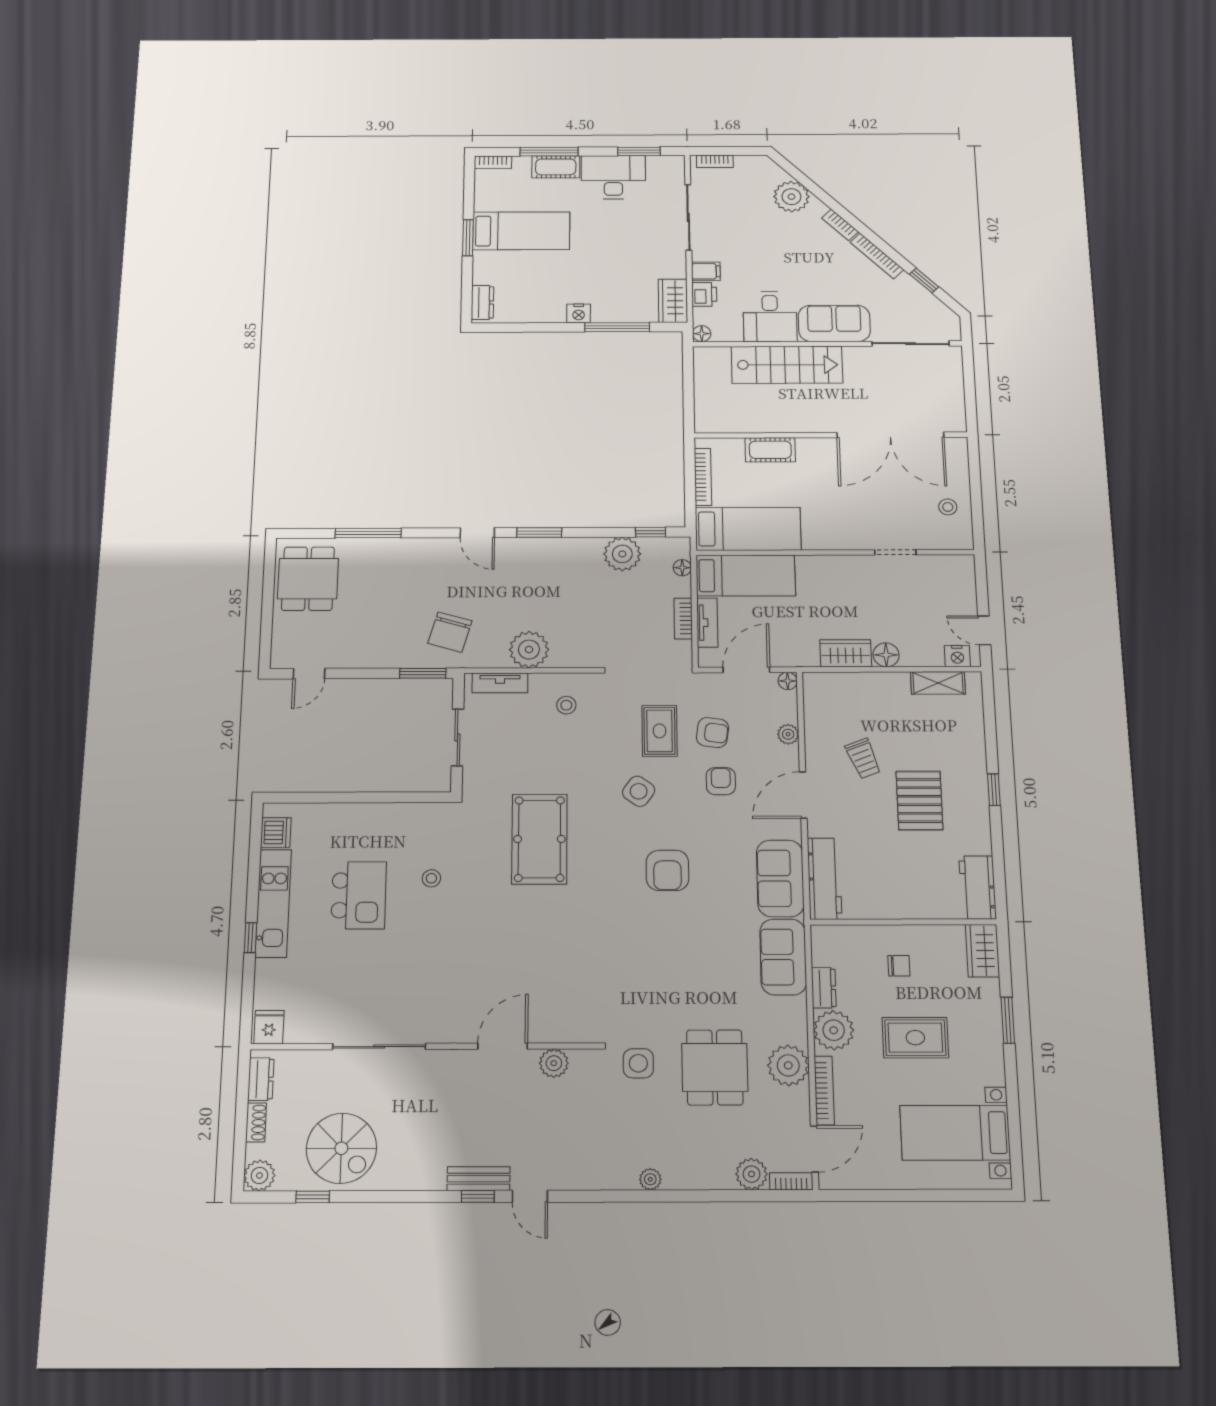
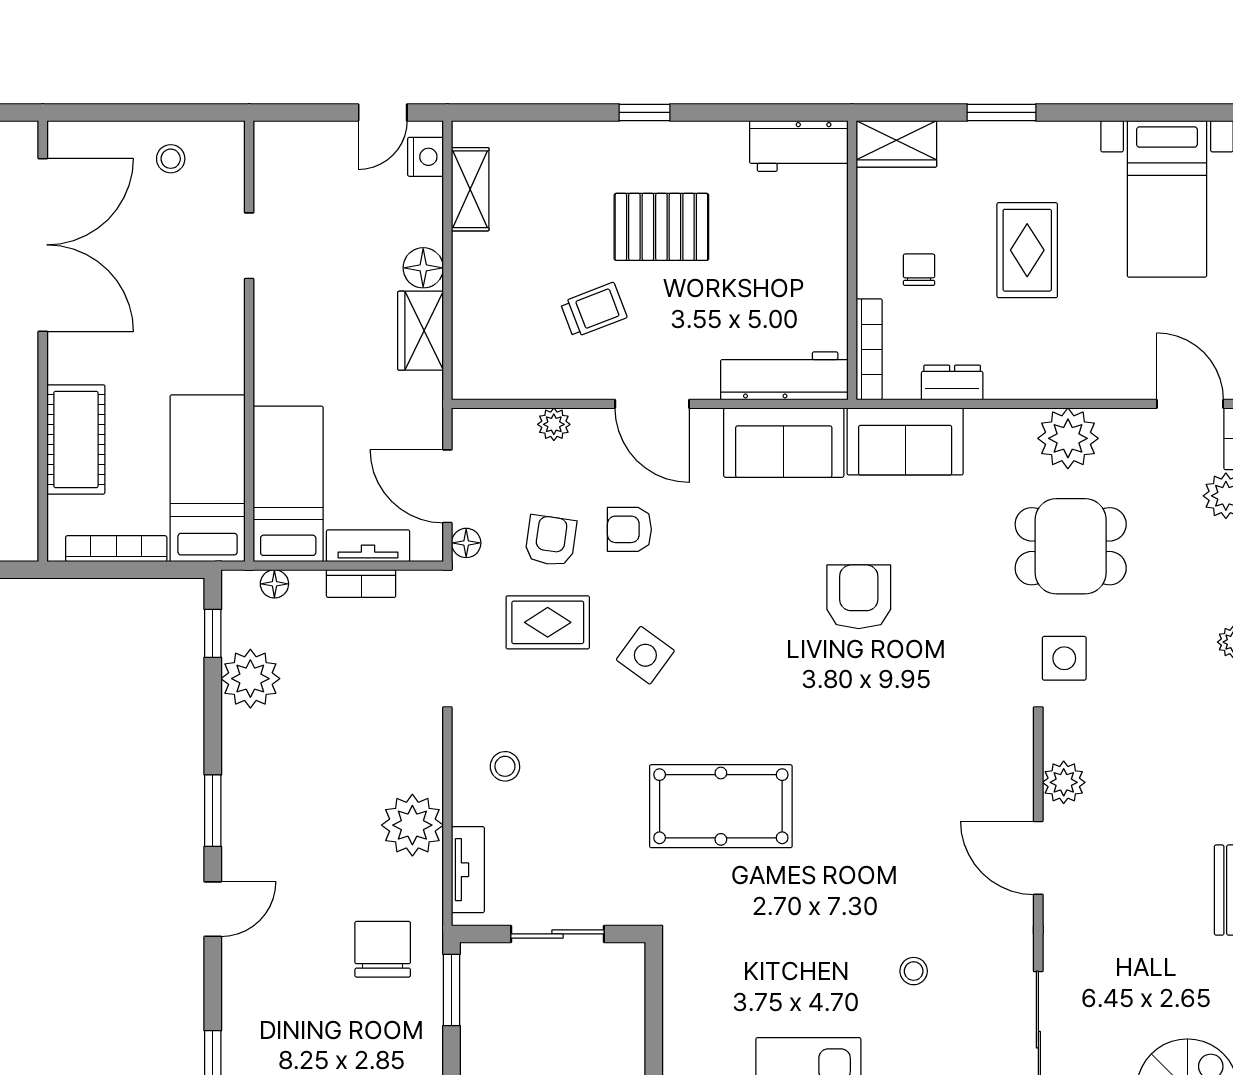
cot: (770, 450) -> (76, 439), width x1.37, depth x1.34
chair: (450, 632) -> (383, 949), turned -106
floor lamp: (788, 681) -> (466, 543), moved
armchair: (667, 870) -> (859, 597), moved, turned -90
stool: (431, 878) -> (914, 971), moved
plant: (834, 1030) -> (1016, 370), removed
bookcase: (824, 1090) -> (869, 349), moved, turned 90

